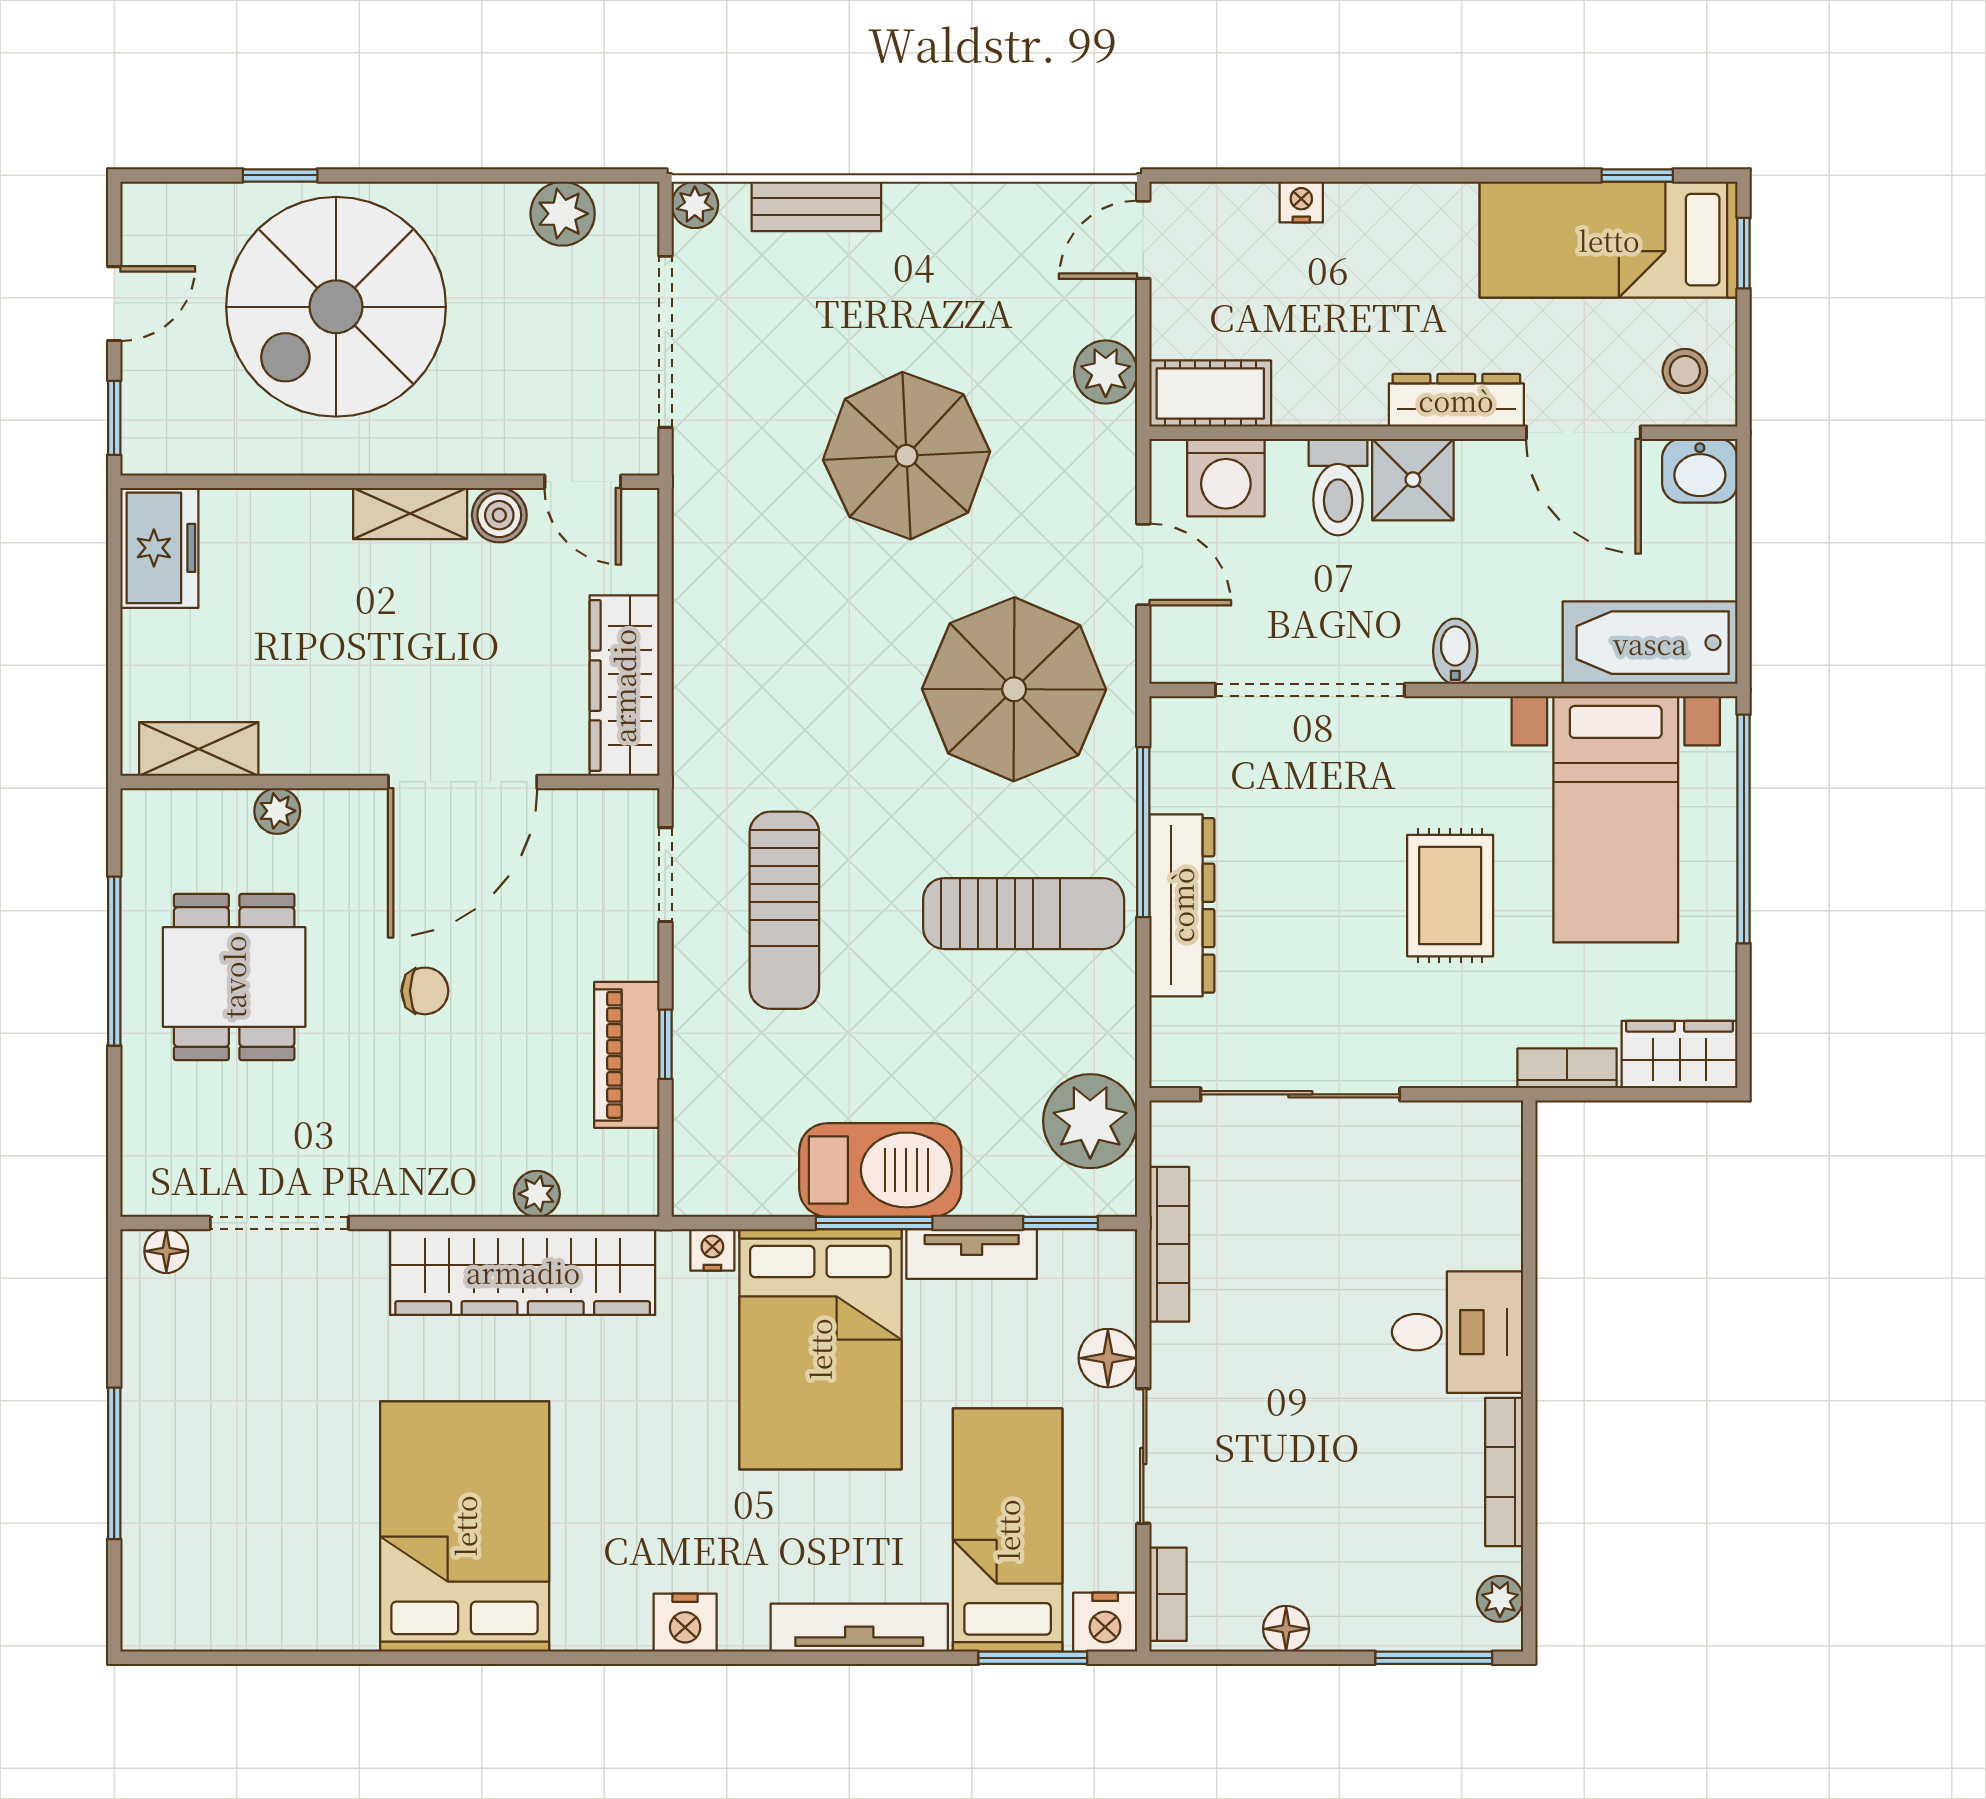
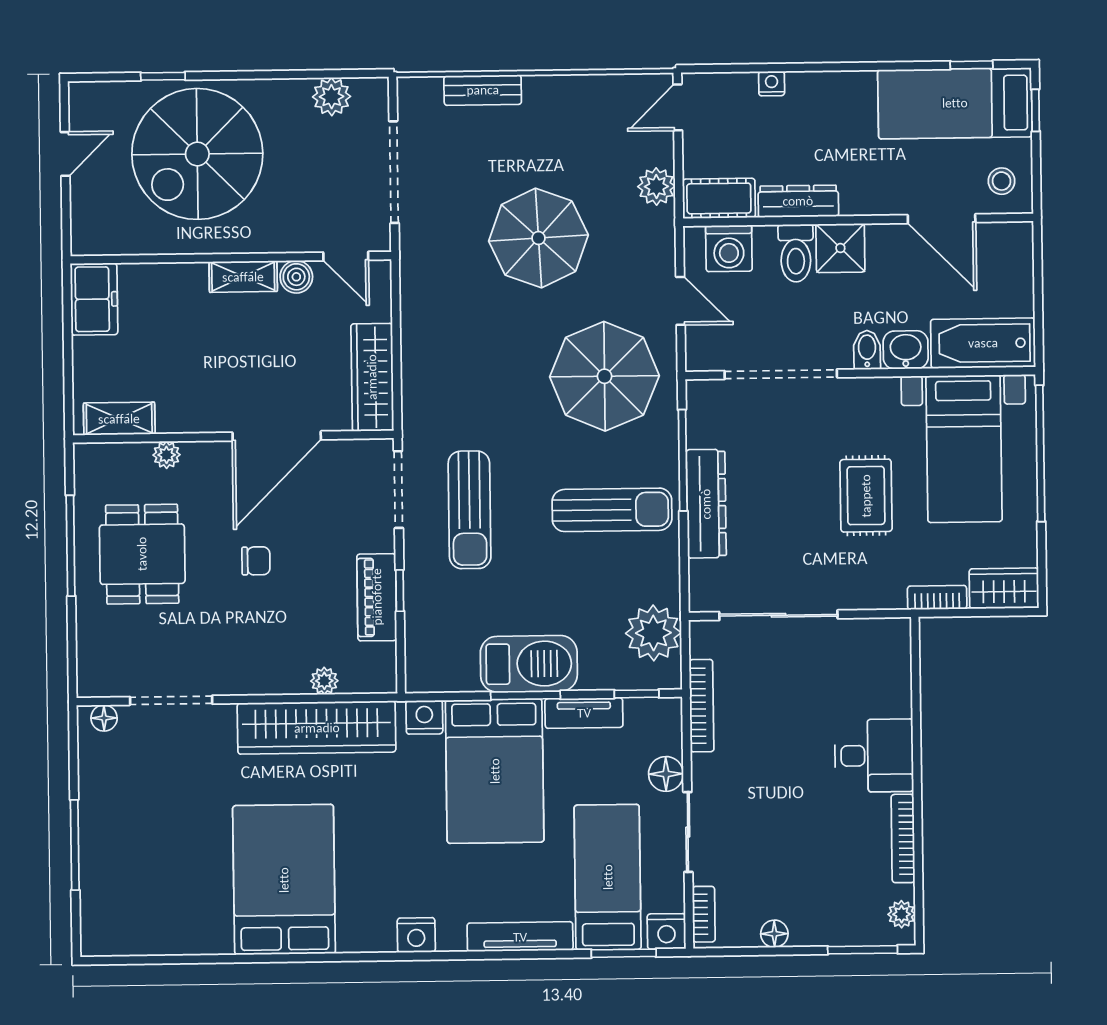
plant: (695, 205) -> (410, 90), removed
dresser: (1456, 400) -> (798, 201), moved
window: (114, 418) -> (66, 222), removed
washbasin: (1700, 471) -> (906, 350), moved, turned 180
doorway: (665, 875) -> (398, 490), width x1.38
nightstand: (712, 1250) -> (424, 717), width x1.39, depth x1.35

